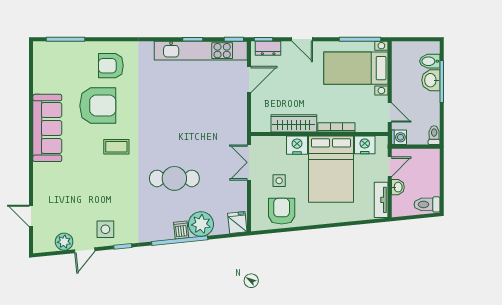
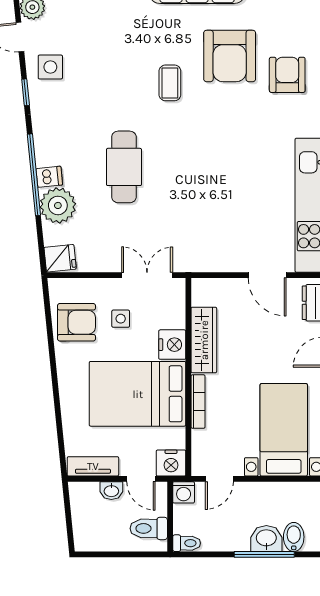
nightstand: (365, 145) -> (171, 463), moved, turned 90
toilet: (427, 204) -> (149, 528), moved, turned -90

